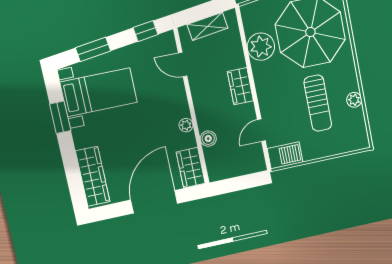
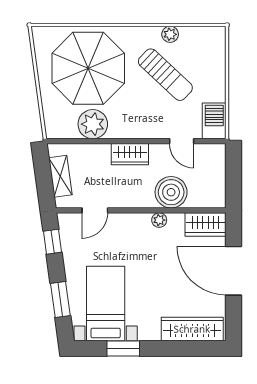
sun lounger: (318, 103) -> (165, 75), turned 43
boiler: (208, 139) -> (171, 192), width x1.86, depth x1.86

